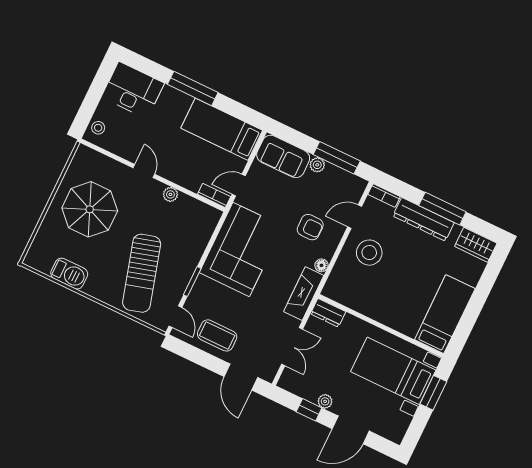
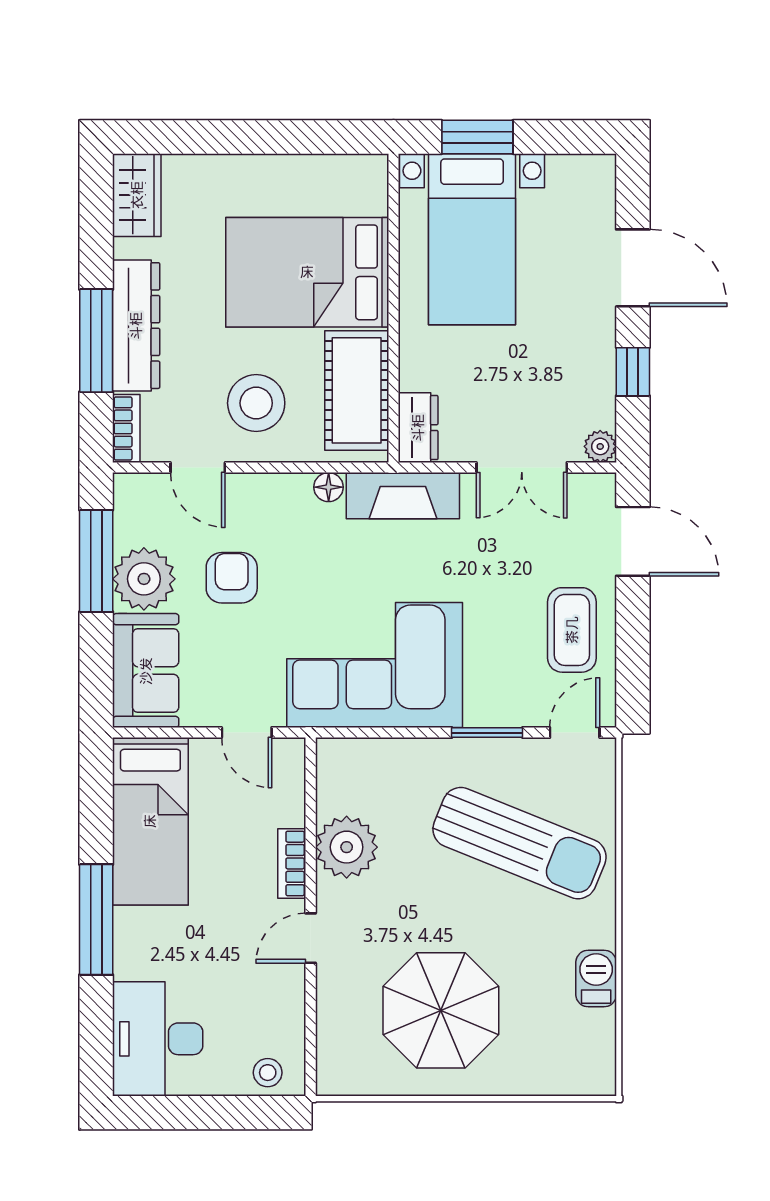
plant: (317, 165) -> (144, 579), width x1.88, depth x1.88
plant: (170, 194) -> (347, 847), width x1.87, depth x1.87
bookcase: (214, 195) -> (292, 863), moved
window: (442, 209) -> (96, 341), moved
armchair: (310, 227) -> (232, 578), moved
sun lounger: (142, 273) -> (519, 843), turned 38
barbecue: (69, 274) -> (596, 979), width x0.73, depth x0.79
cot: (355, 295) -> (357, 390), added
bed: (445, 314) -> (307, 272), moved, width x1.50
double door: (292, 347) -> (522, 468), swing flipped
door: (241, 377) -> (633, 541), hinge flipped
plant: (325, 401) -> (600, 446), moved

